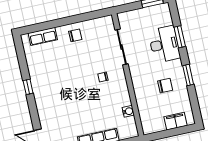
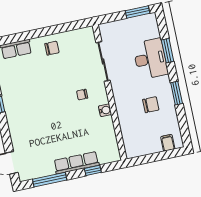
water cooler: (128, 111) -> (105, 110), moved
filing cabinet: (176, 121) -> (168, 143), width x0.50

